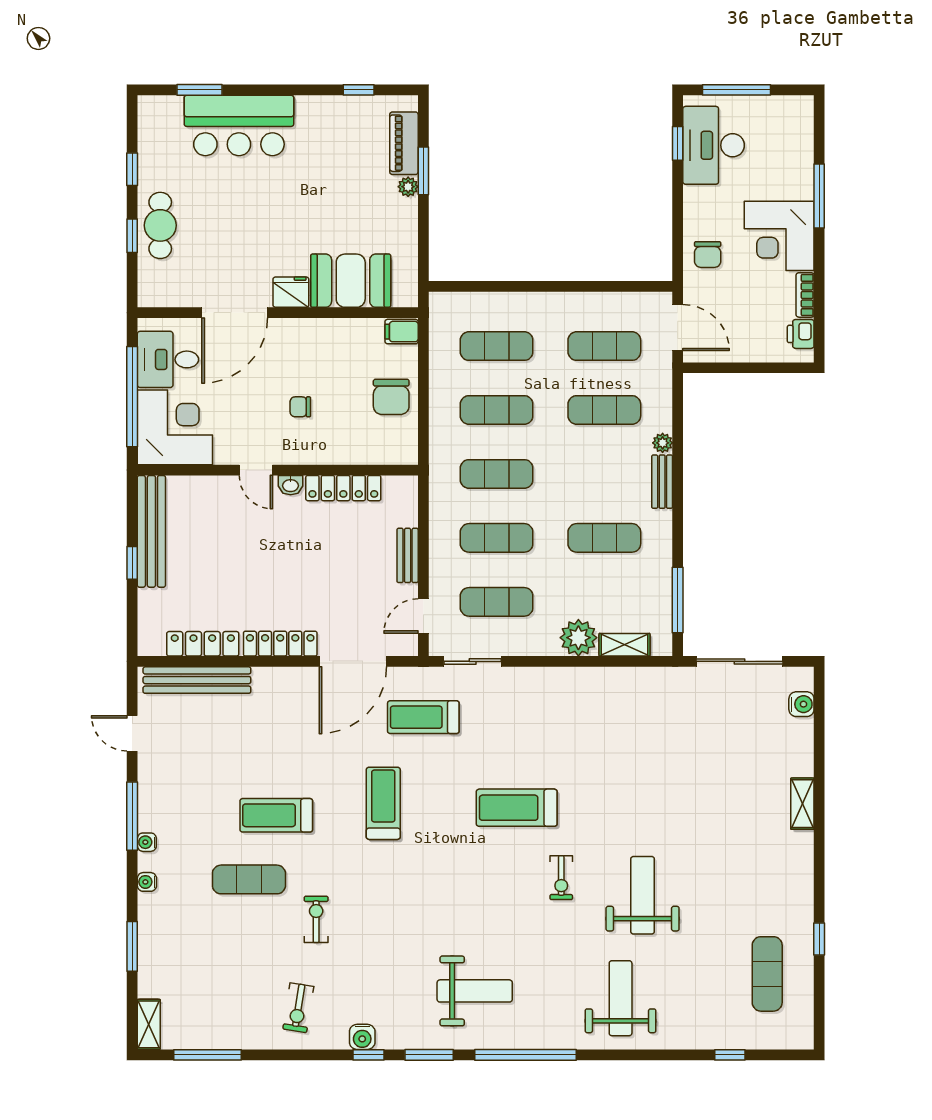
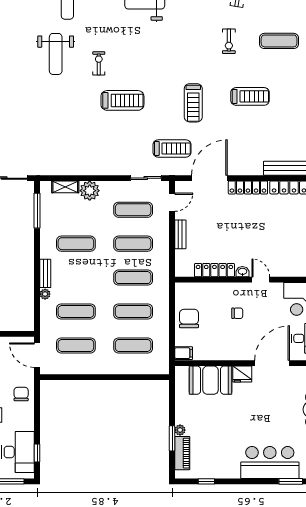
exercise mat: (249, 879) -> (279, 41), moved

